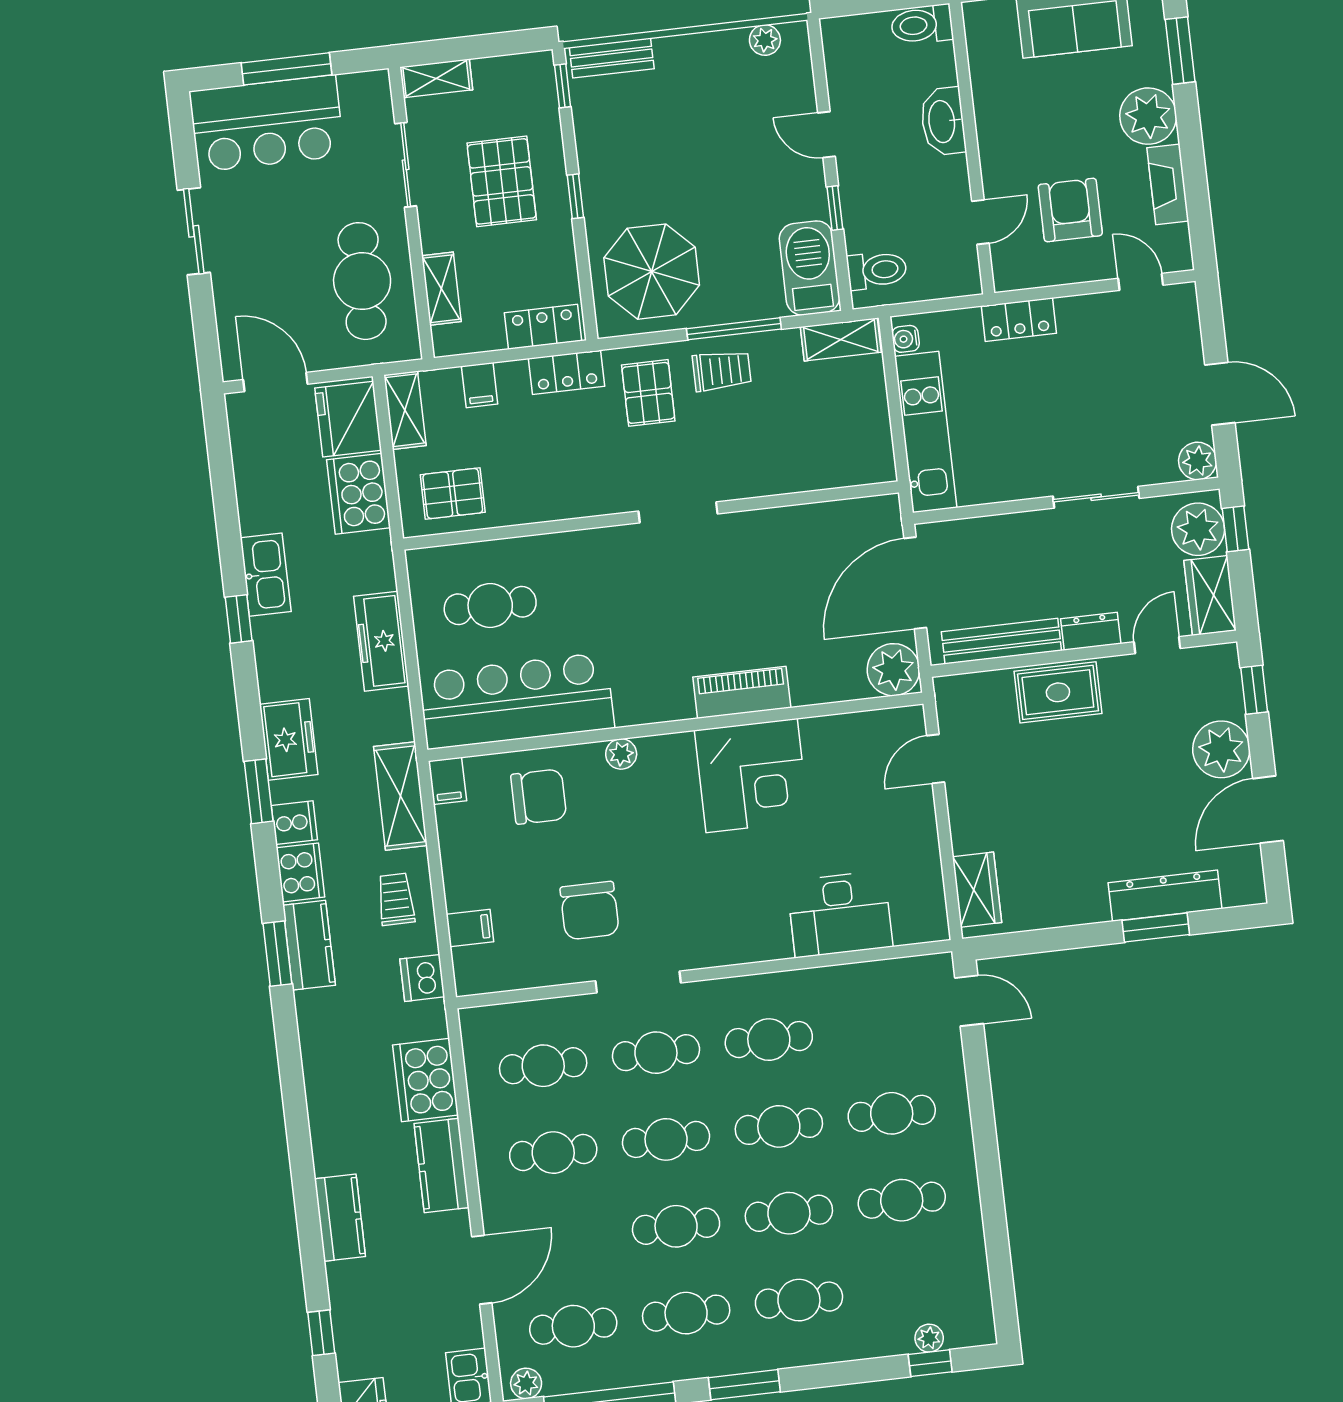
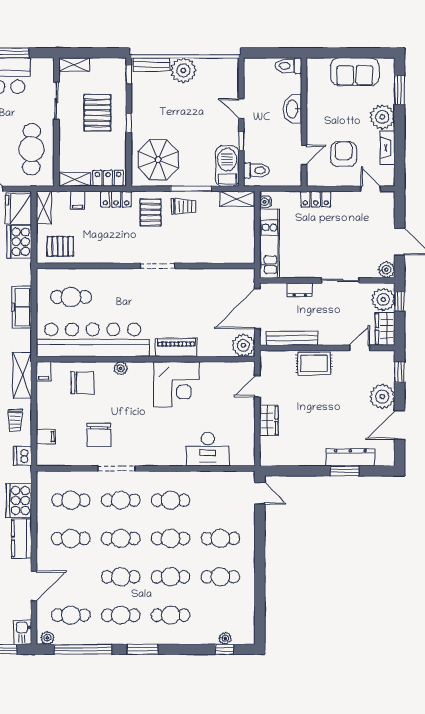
plant: (765, 40) -> (183, 70), moved, width x1.88, depth x1.88
shelving: (441, 289) -> (75, 179), moved, turned 90
dresser: (1091, 631) -> (300, 290), moved, turned 180
bar counter: (517, 701) -> (93, 340), width x1.36
wardrobe: (977, 890) -> (269, 420), moved
trolley: (396, 899) -> (15, 420), turned 180

